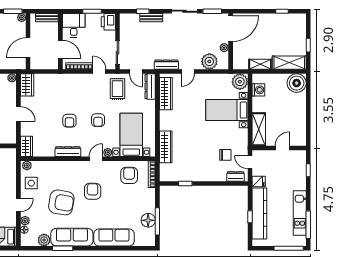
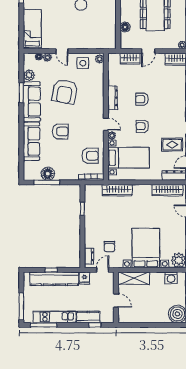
bed with nightstands: (227, 110) -> (146, 248), width x1.36
wardrobe: (26, 146) -> (130, 59), moved
kitchen counter: (300, 178) -> (88, 317), added
armchair: (93, 191) -> (60, 131), moved

